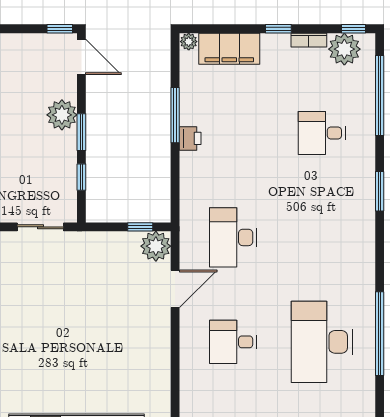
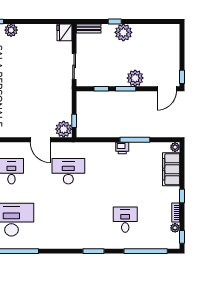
plant: (344, 49) -> (175, 228), width x0.53, depth x0.53

